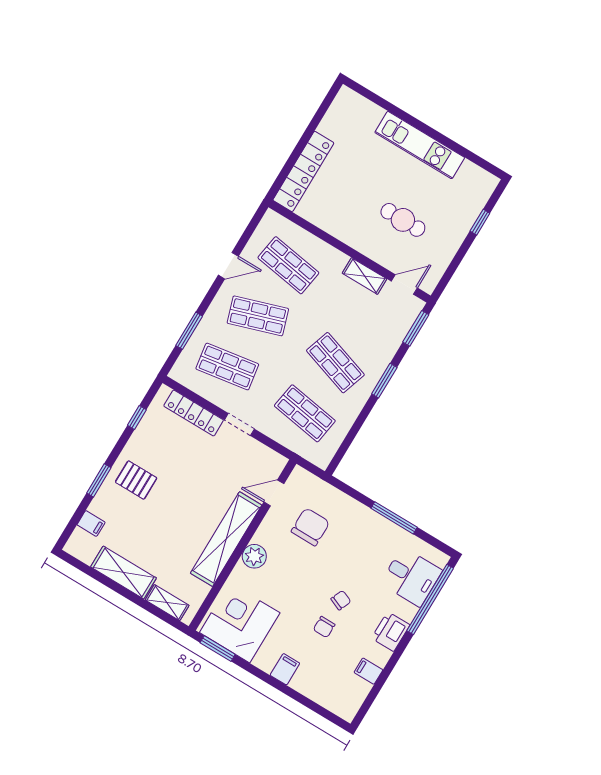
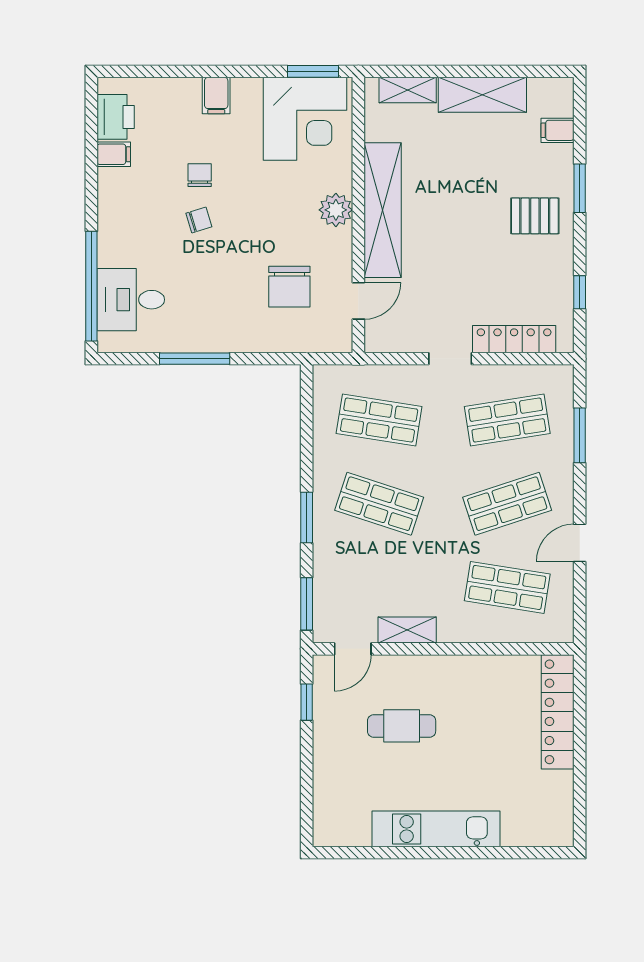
window: (480, 222) -> (307, 702), moved
chair: (341, 600) -> (199, 220), turned -130
printer: (391, 632) -> (116, 117), moved

